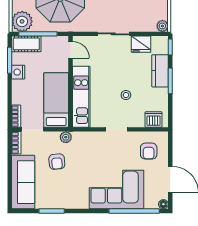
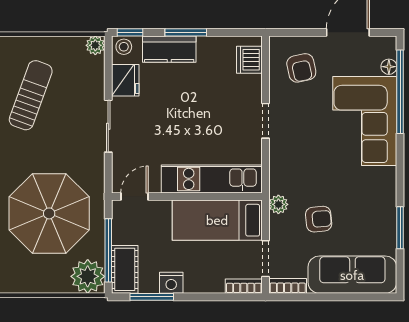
stool: (126, 95) -> (124, 47), moved
armchair: (149, 151) -> (301, 68), turned 78
floor lamp: (163, 204) -> (389, 67), moved

